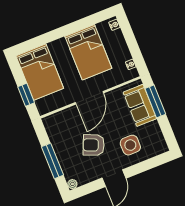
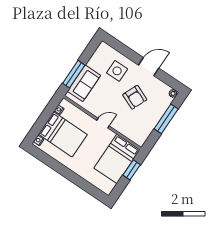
bed: (88, 52) -> (63, 134), moved, turned 90
bed: (40, 72) -> (117, 159), moved, turned 180
door: (89, 98) -> (103, 123), width x0.53

